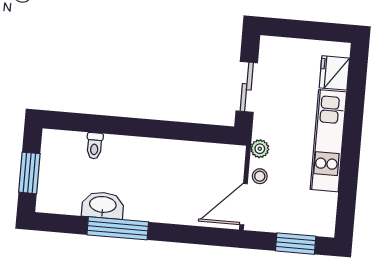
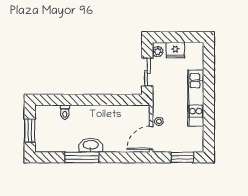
fridge: (334, 73) -> (175, 50), moved, turned -90
plant: (260, 149) -> (158, 52), moved
washbasin: (103, 205) -> (91, 145), moved

